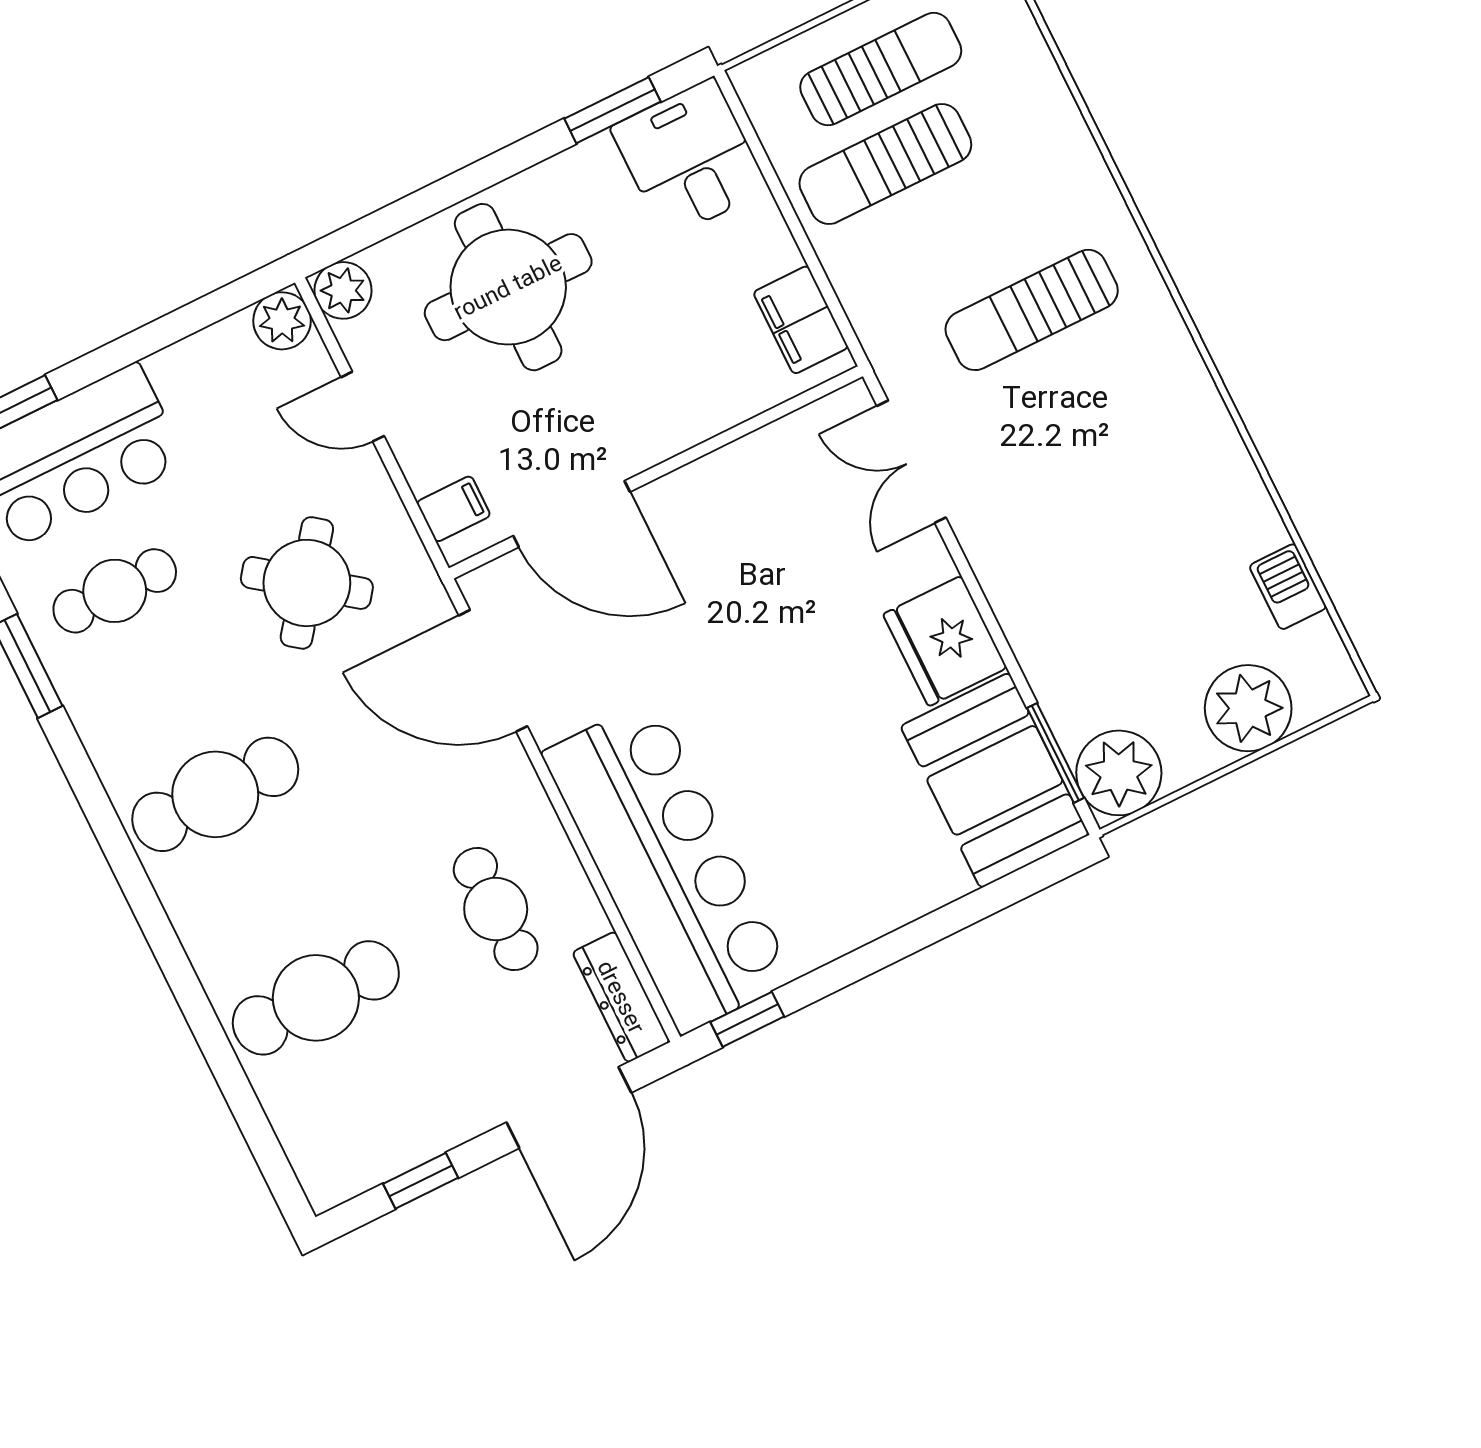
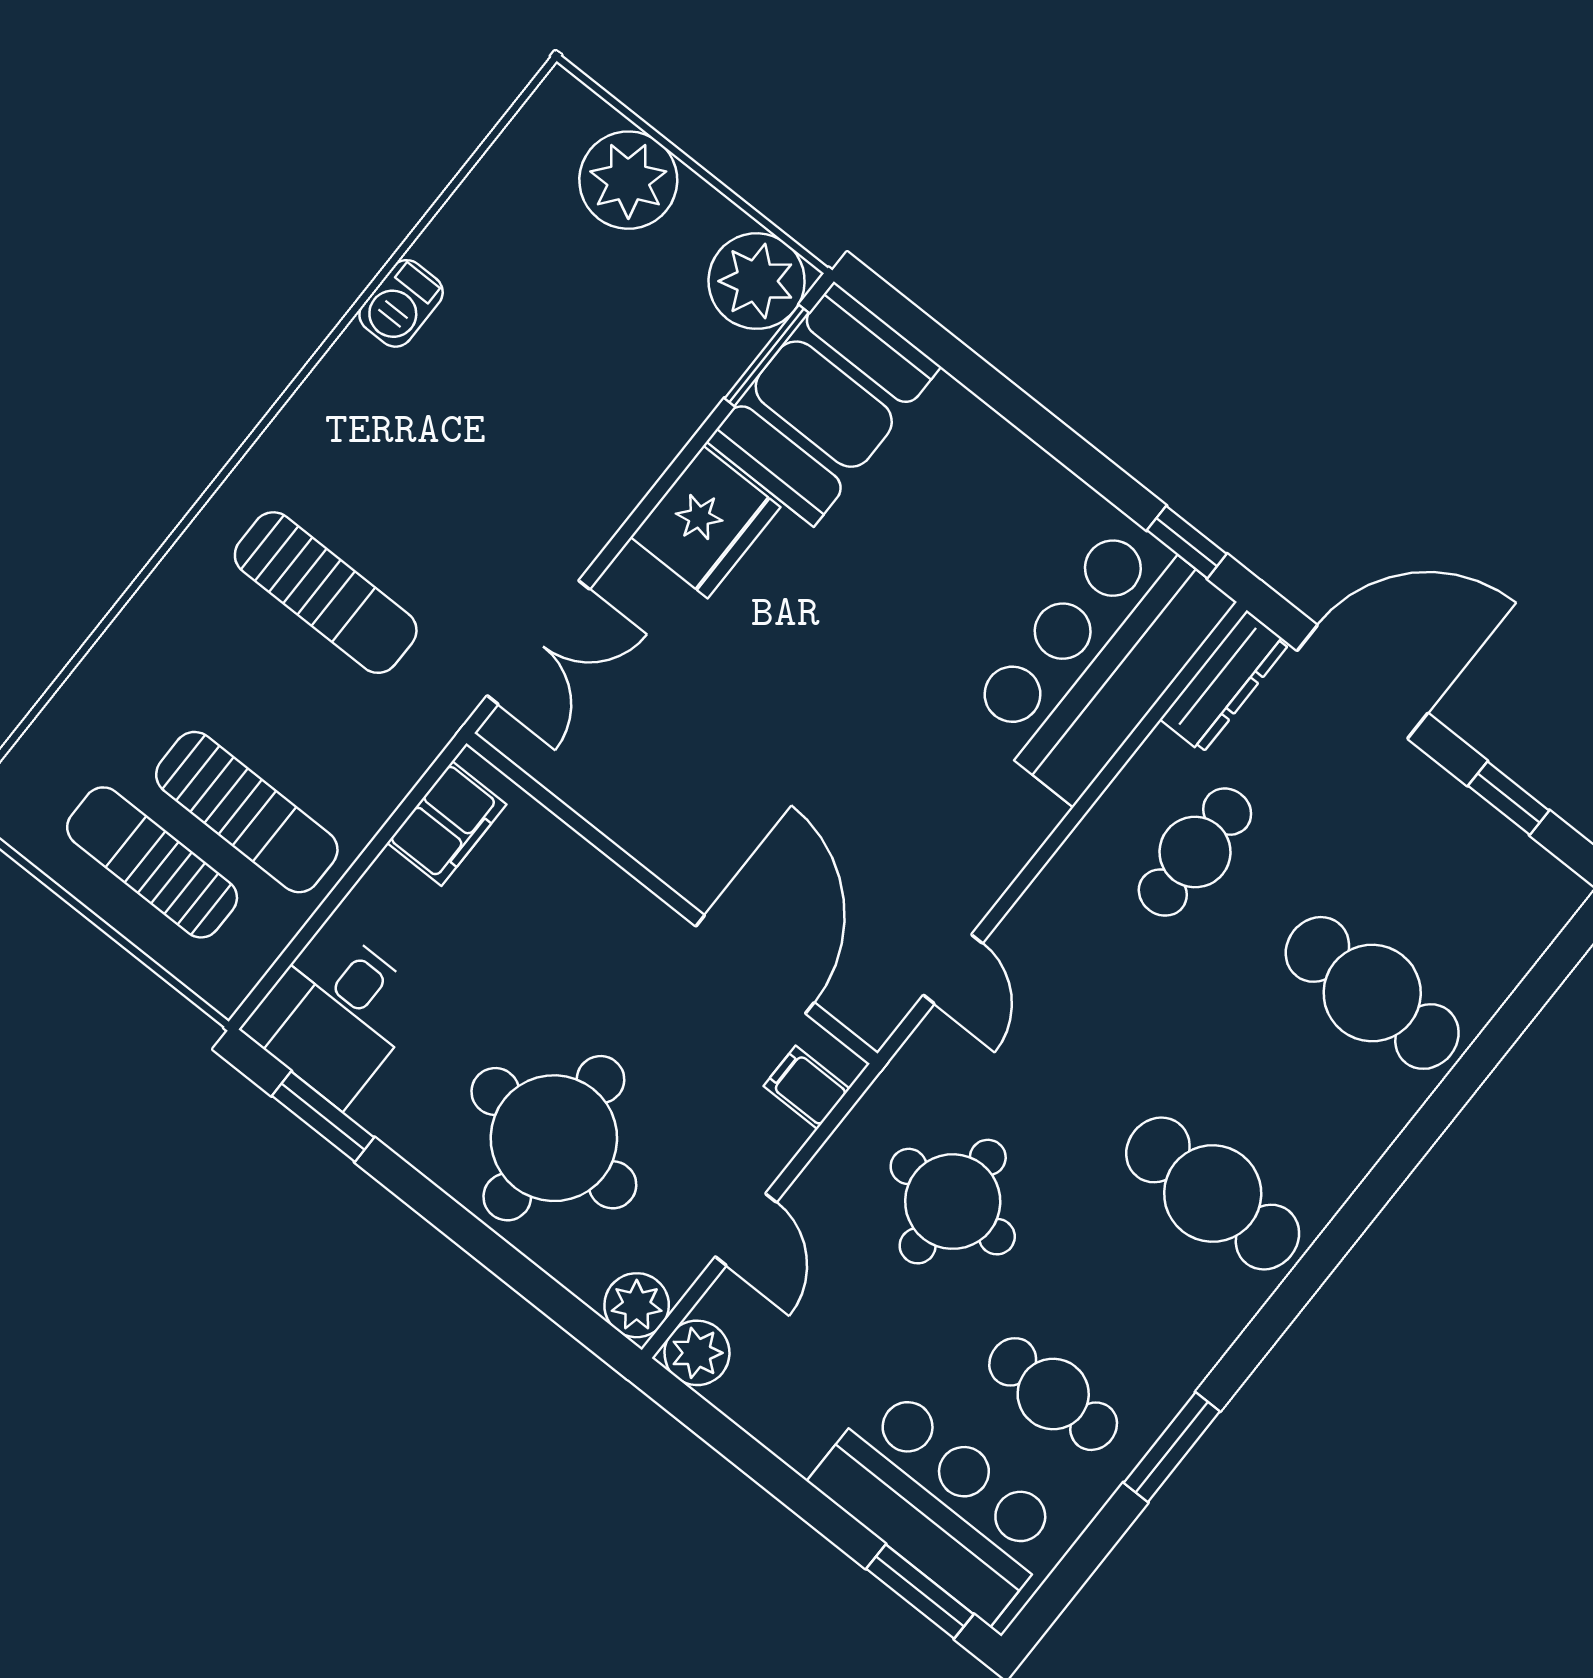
round table: (307, 583) -> (953, 1202), turned -37
barbecue: (1288, 587) -> (401, 303), moved
door: (493, 671) -> (953, 969), width x0.53
bar counter: (668, 866) -> (1098, 659), width x0.73

